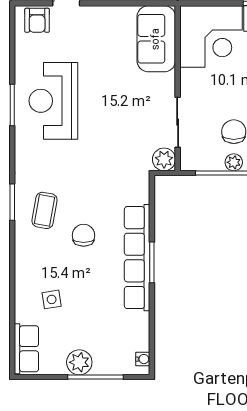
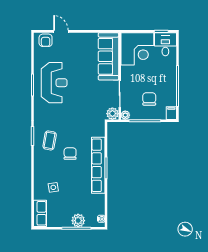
sofa: (156, 39) -> (108, 56), width x1.36
reception desk: (53, 101) -> (54, 83), turned 180
plant: (234, 162) -> (125, 115), moved
plant: (79, 362) -> (78, 221), moved

